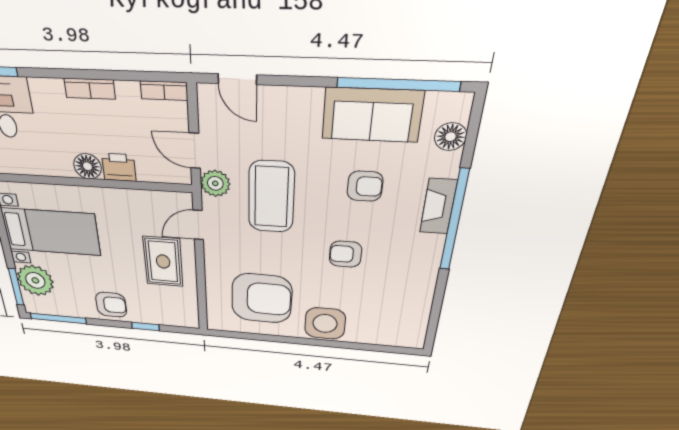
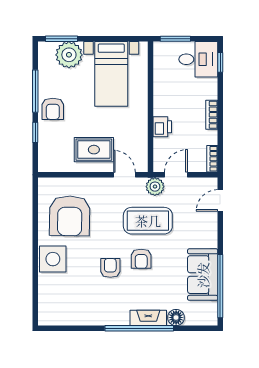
floor lamp: (451, 137) -> (176, 317), moved
floor lamp: (88, 166) -> (162, 107), removed
armchair: (365, 186) -> (141, 259), moved
window: (58, 318) -> (35, 91), moved

